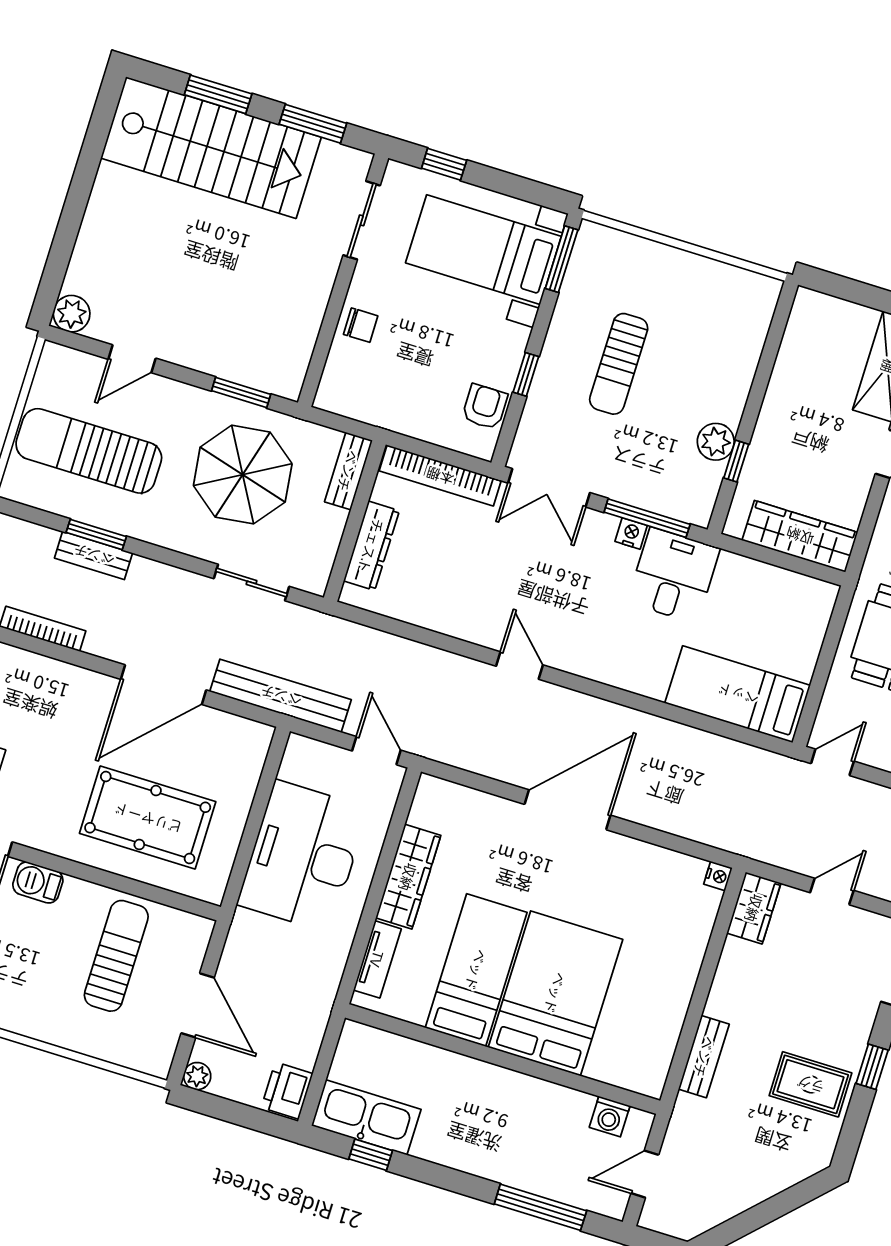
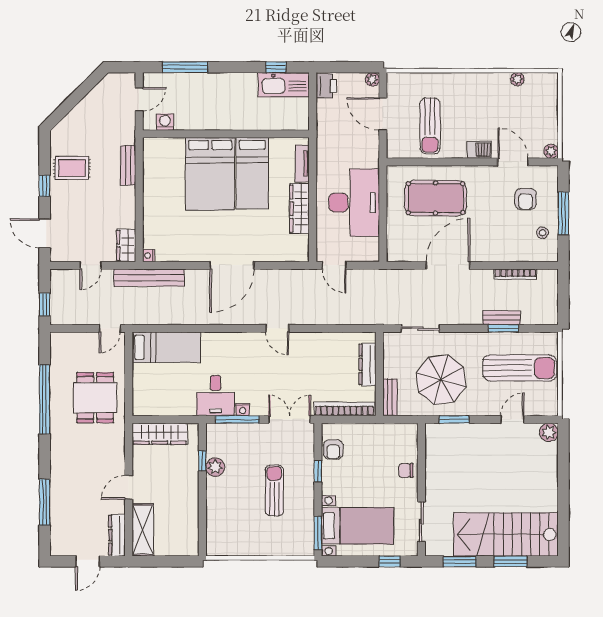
bench: (281, 696) -> (149, 278), moved

